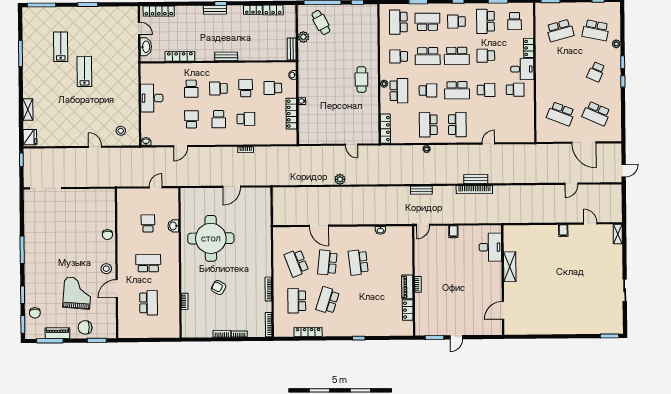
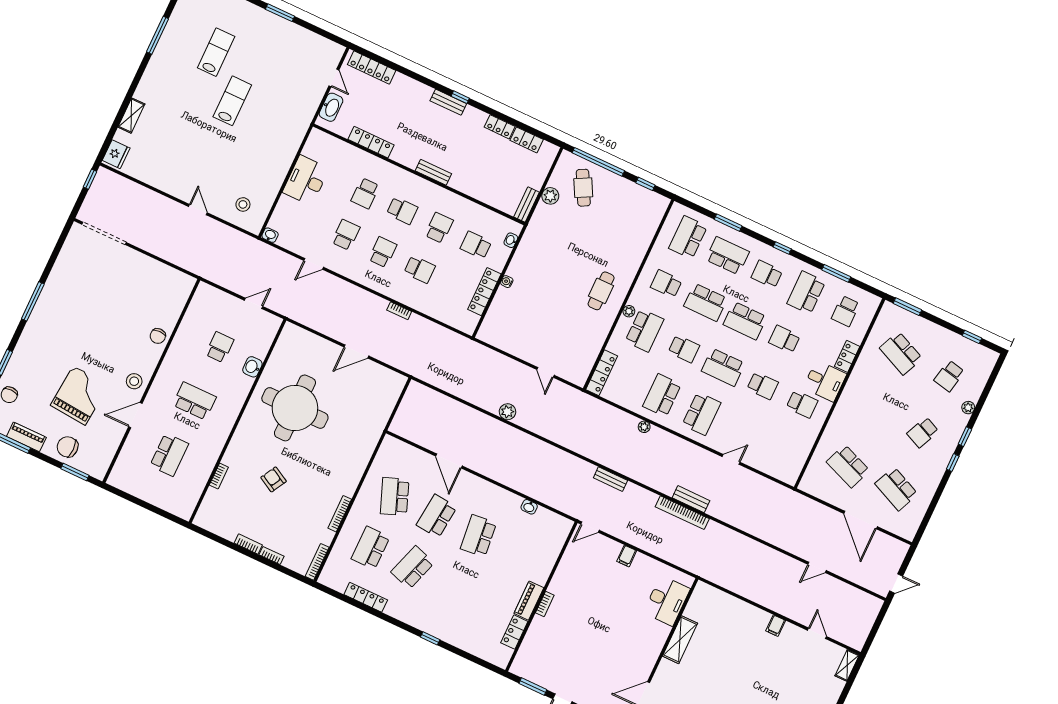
school desk: (596, 30) -> (949, 376), width x0.54
school desk: (560, 31) -> (901, 353), turned 39
school desk: (218, 88) -> (402, 211), turned 180
school desk: (219, 119) -> (383, 252), turned 180

